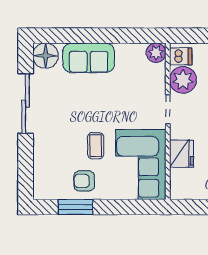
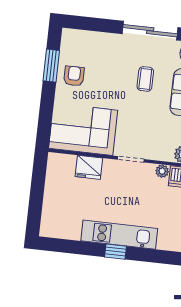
plant: (183, 80) -> (162, 171), width x0.53, depth x0.53
coffee table: (96, 146) -> (145, 79), moved, turned 90

